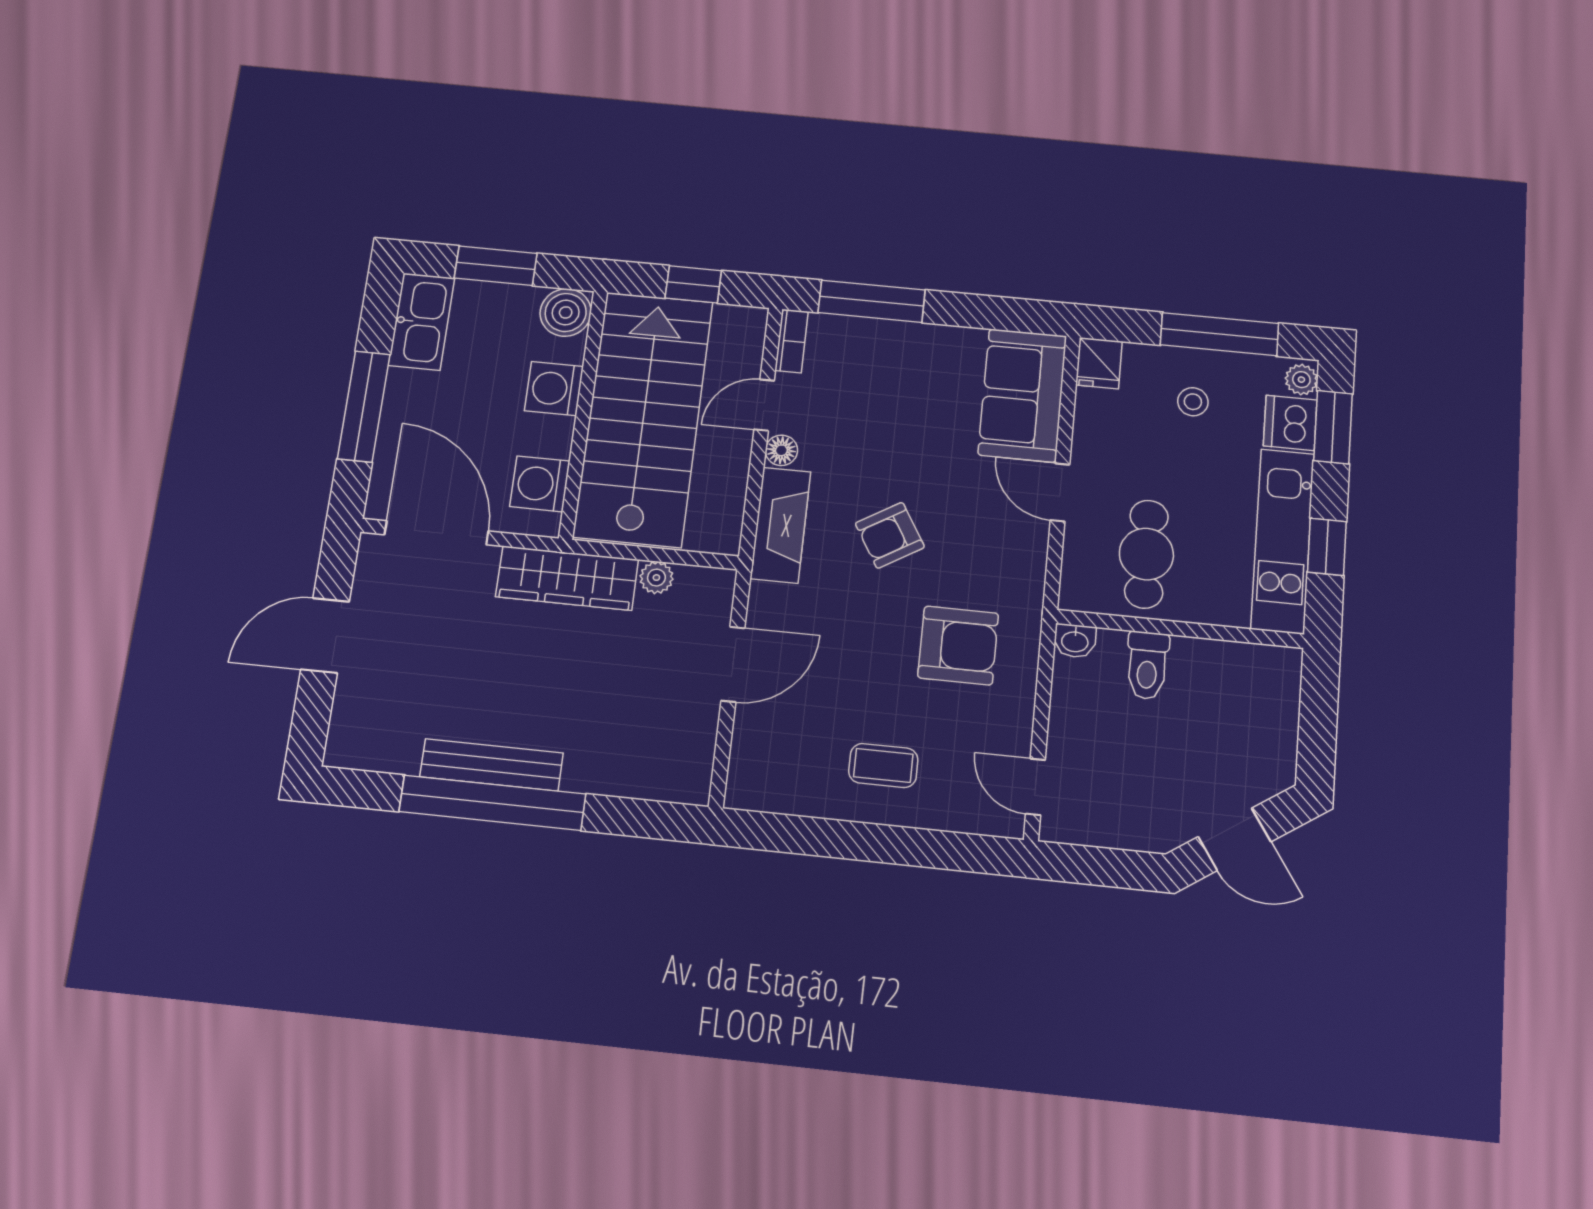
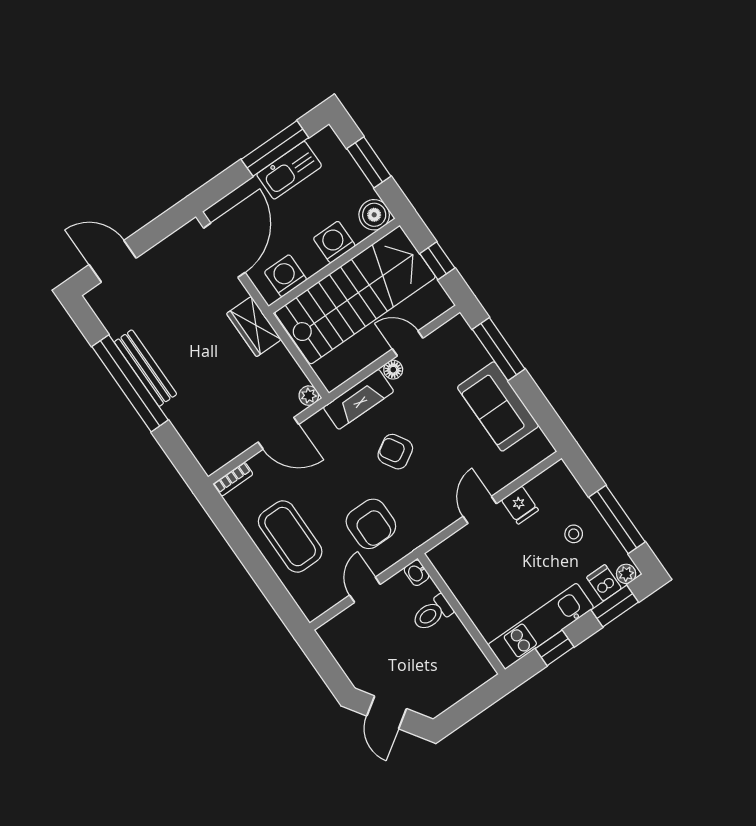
kitchen sink: (421, 322) -> (289, 170), moved
bookcase: (792, 341) -> (233, 479), moved
fridge: (1099, 363) -> (520, 505), moved, turned -90
sofa: (1022, 395) -> (498, 406), moved, turned -90
window: (364, 406) -> (275, 148), moved
dishwasher: (1290, 423) -> (604, 583), width x0.73
cafe table: (1146, 554) -> (483, 571), removed
wardrobe: (567, 578) -> (254, 327), width x0.67
plant: (656, 578) -> (309, 396), moved
door: (325, 635) -> (113, 261), moved
coffee table: (883, 766) -> (290, 537), width x1.86, depth x1.72
door: (1035, 787) -> (365, 590), moved

